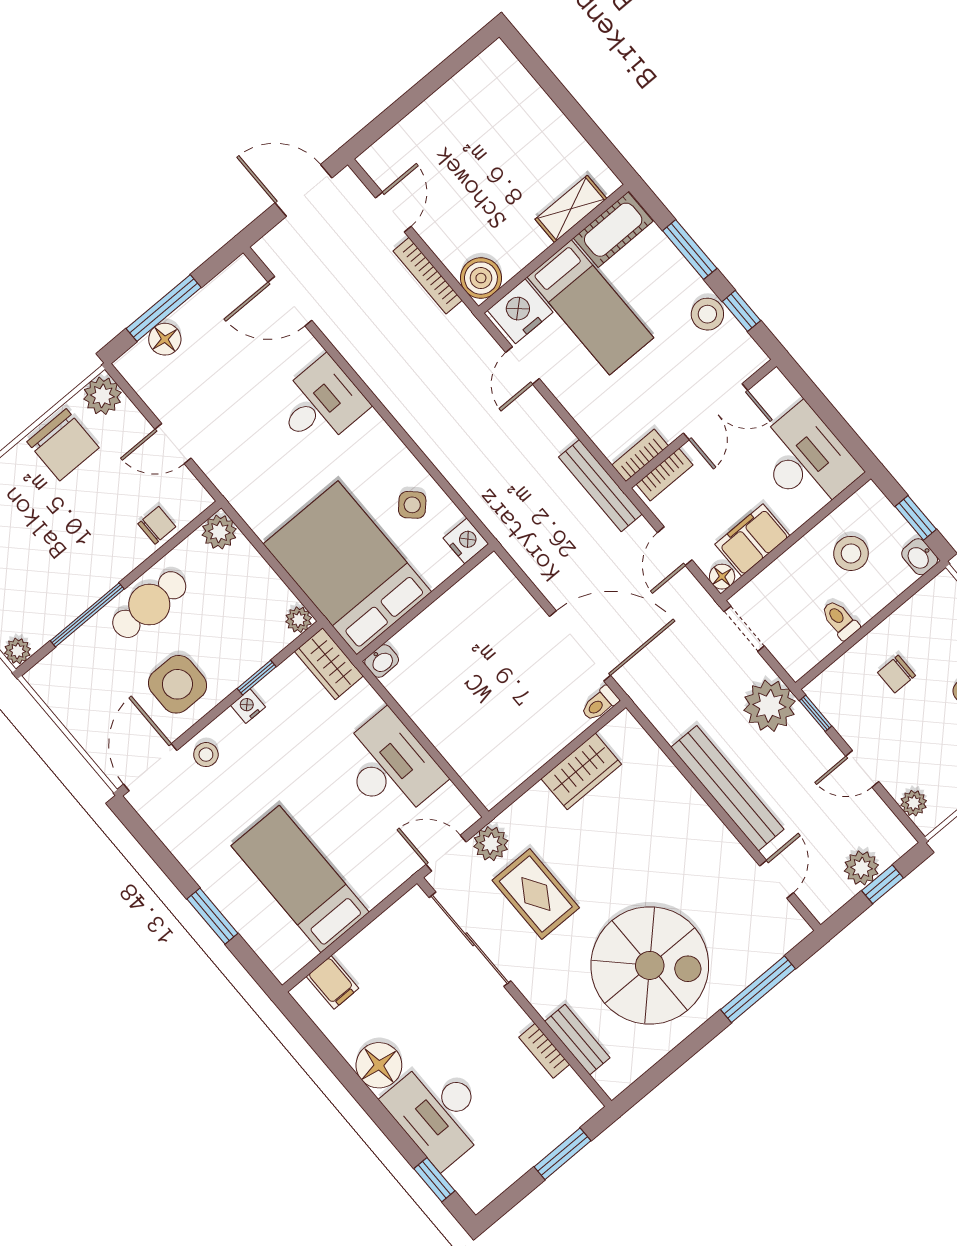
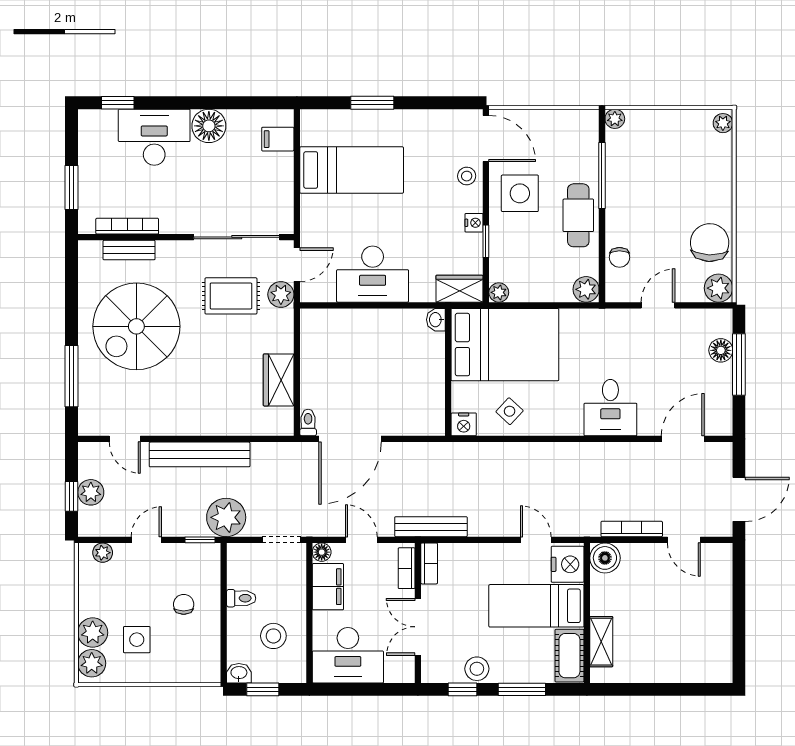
chair: (63, 445) -> (710, 243), turned 92
bookcase: (544, 1051) -> (127, 226), width x1.56

